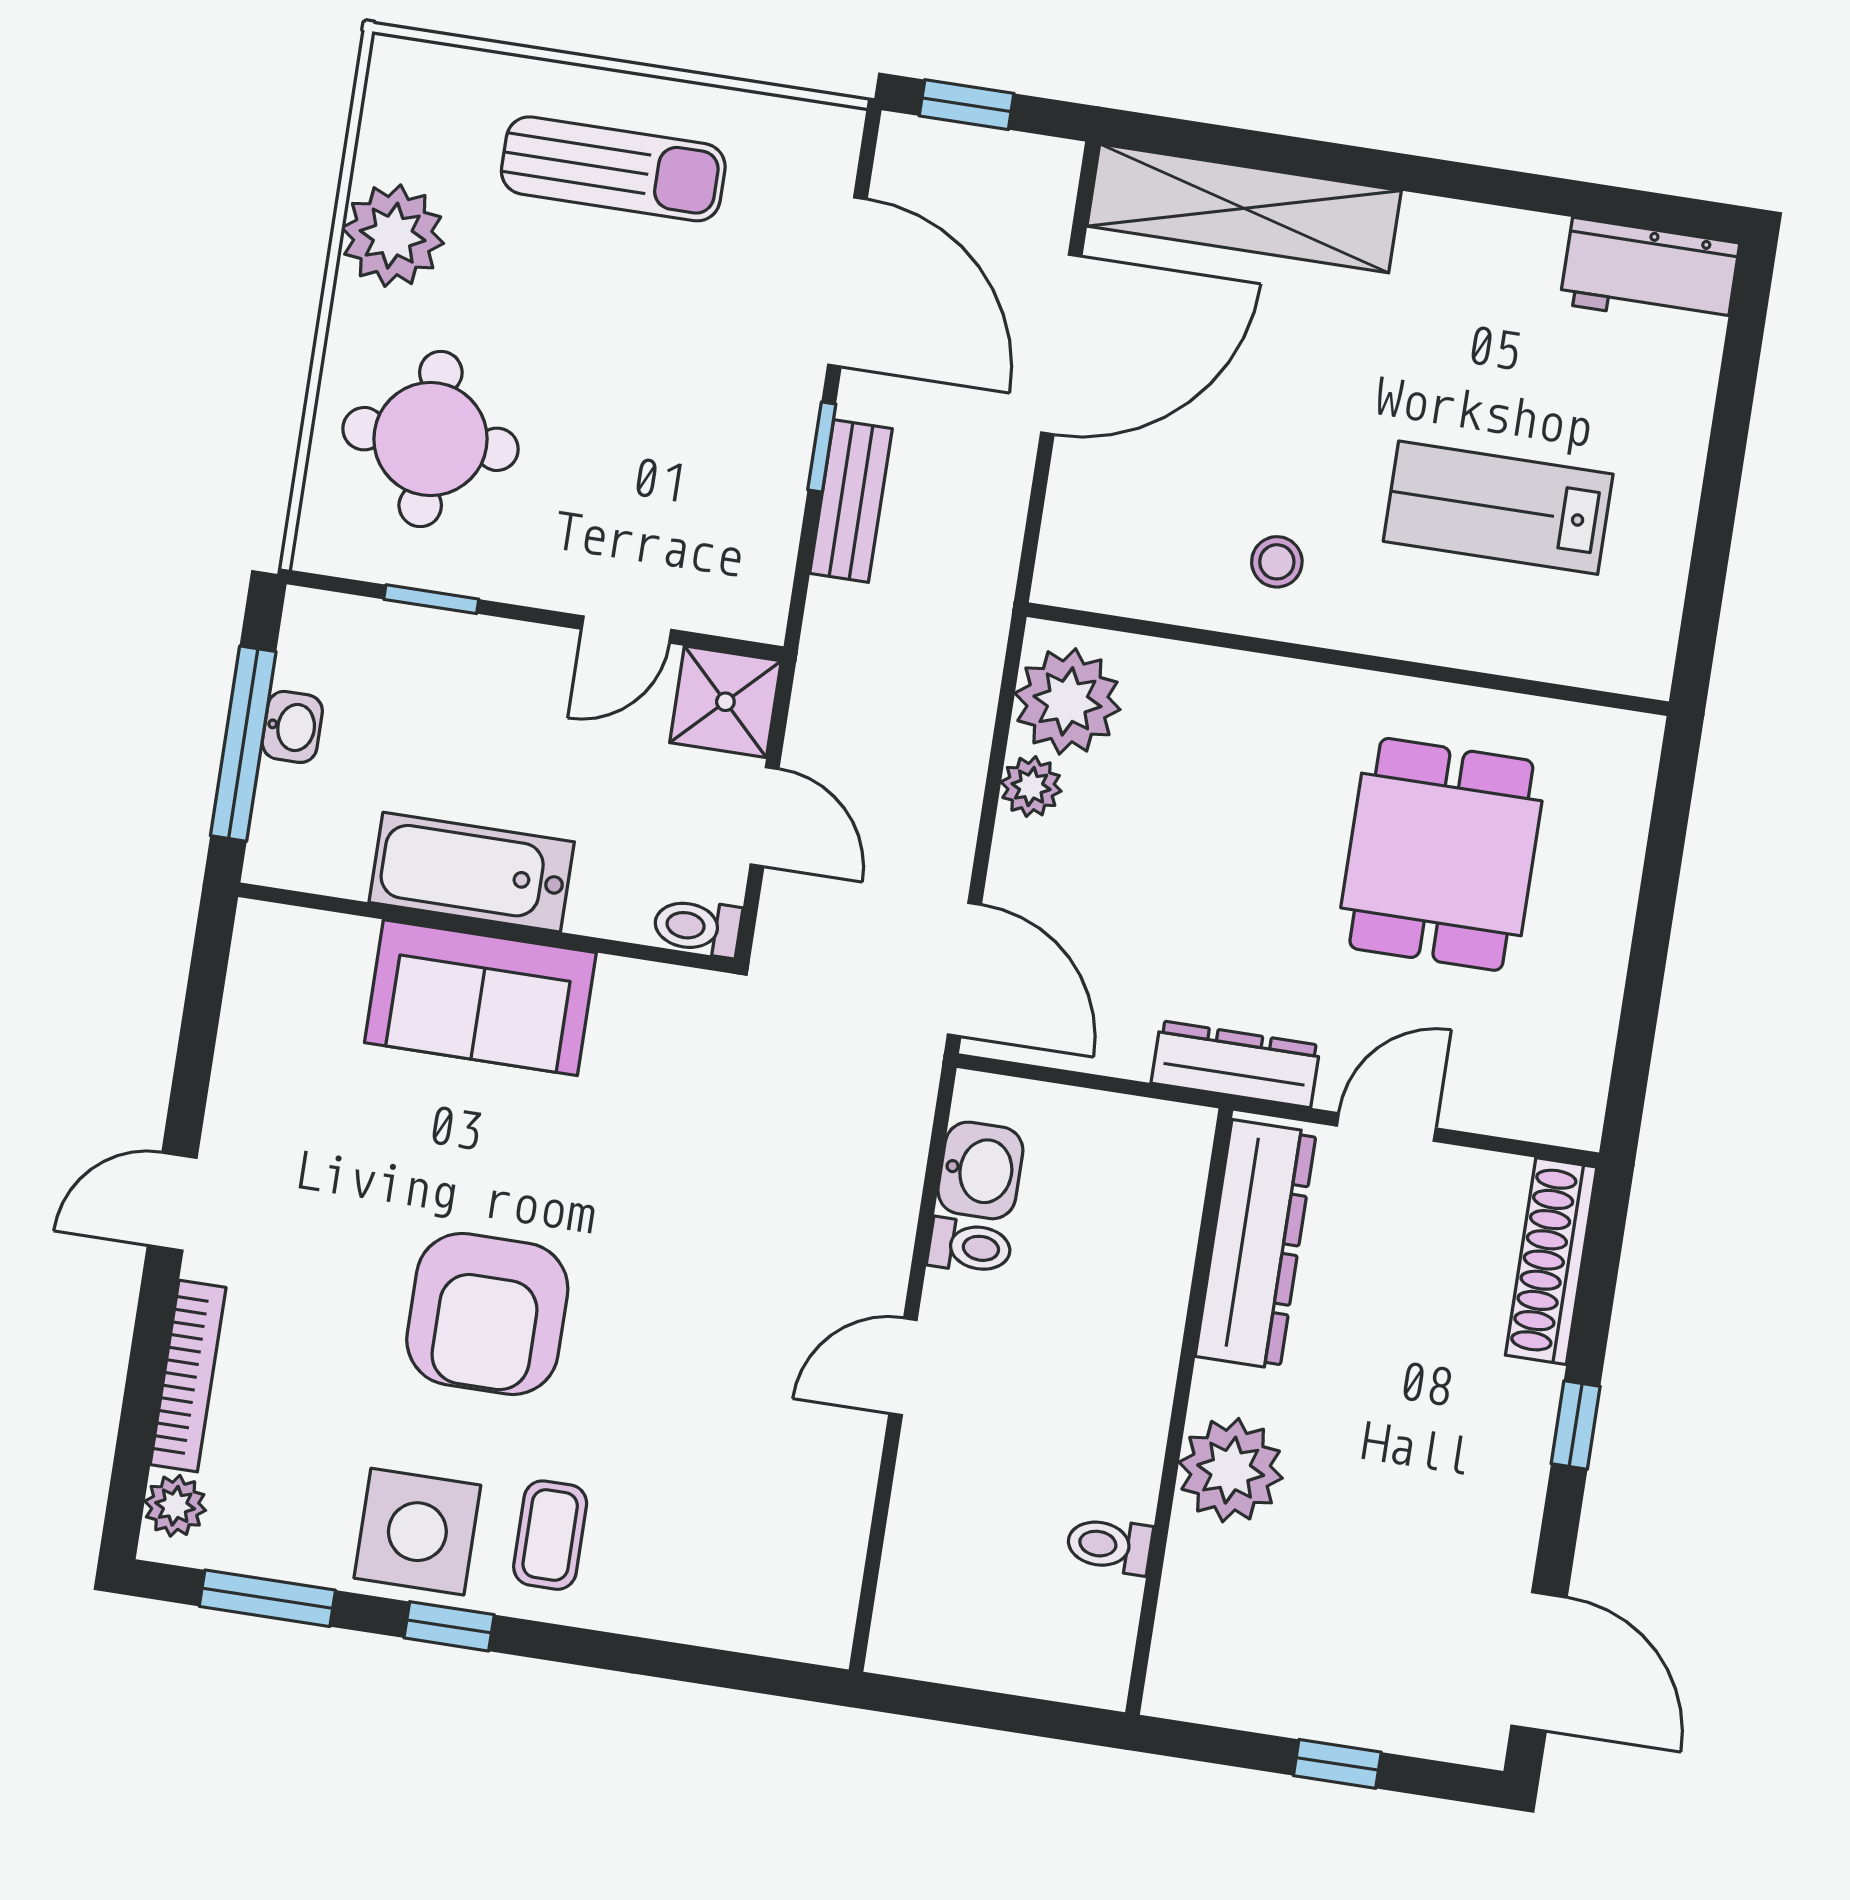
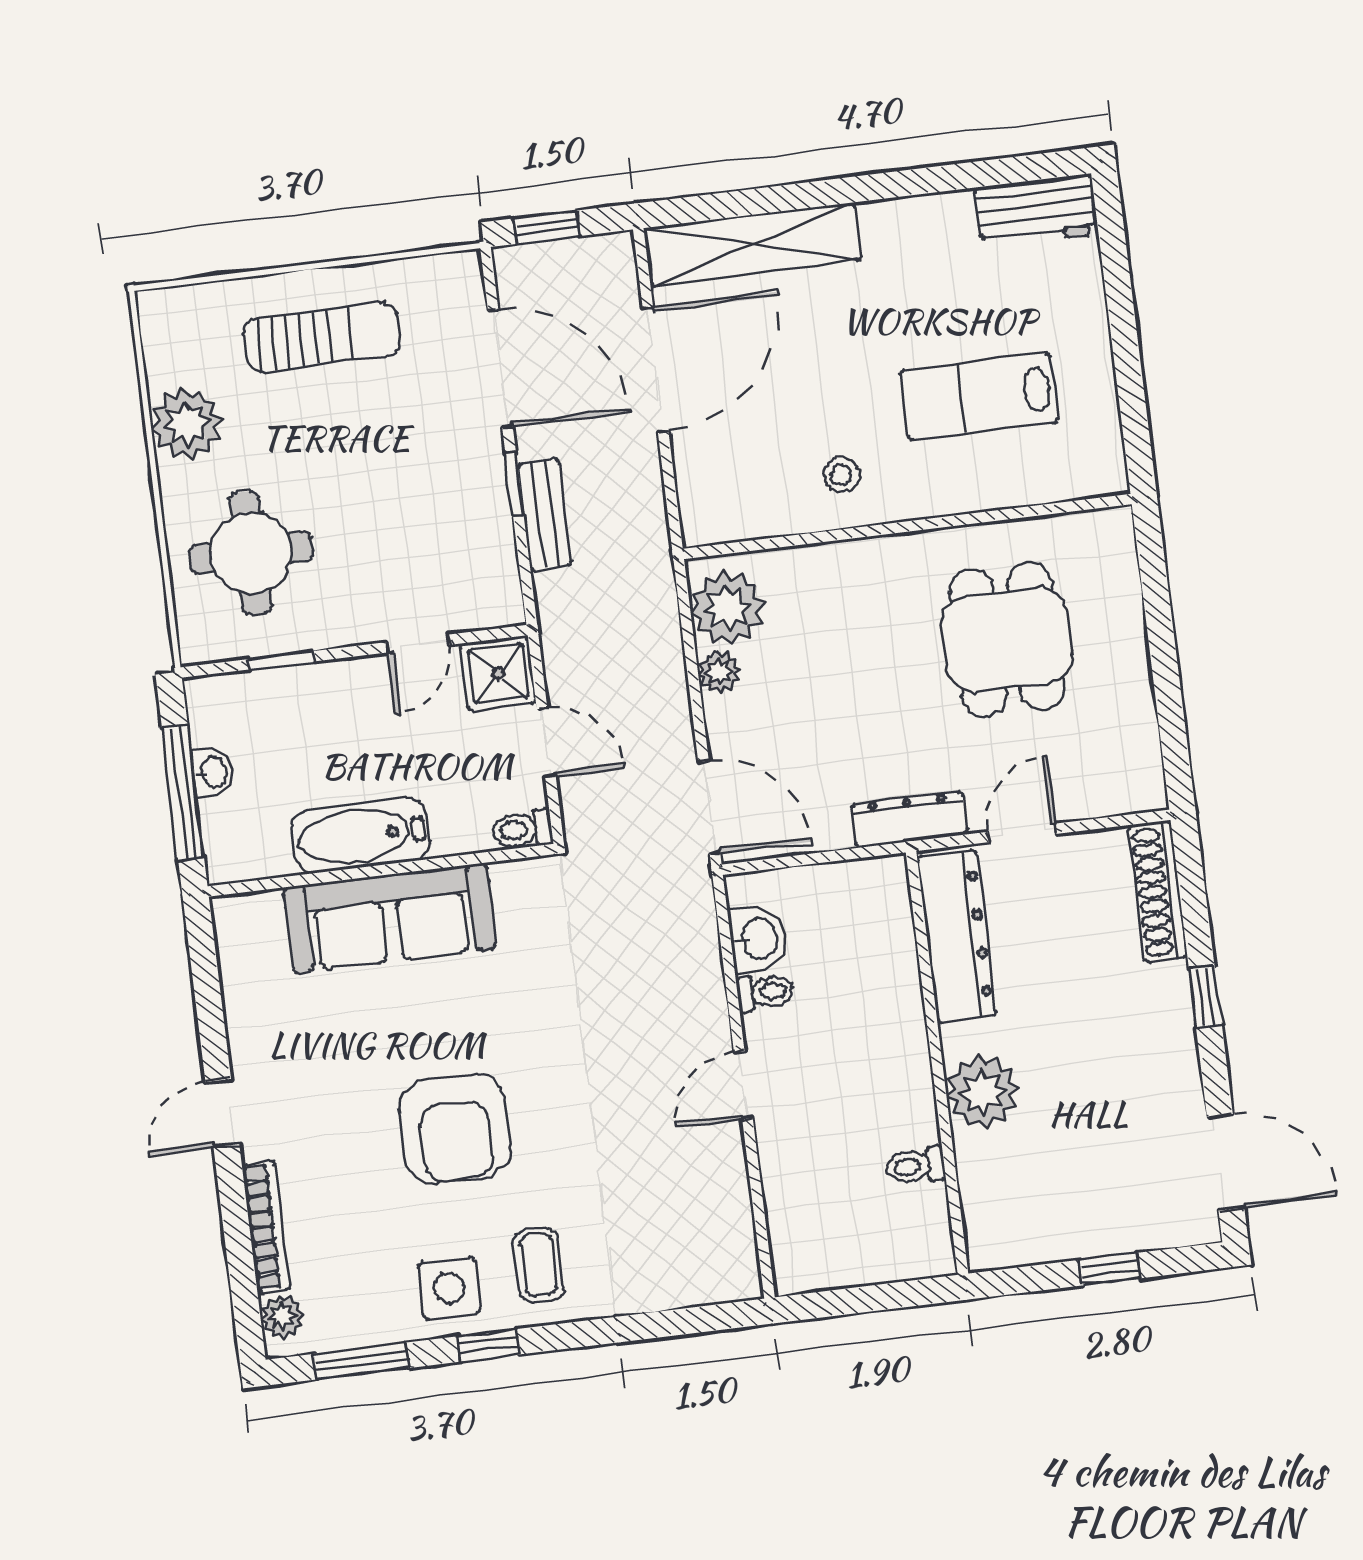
sofa: (480, 998) -> (390, 918), width x1.36
side table: (417, 1532) -> (449, 1288), width x0.73, depth x0.73

